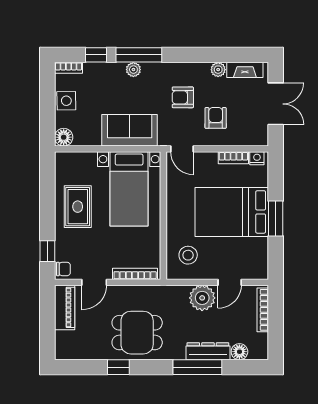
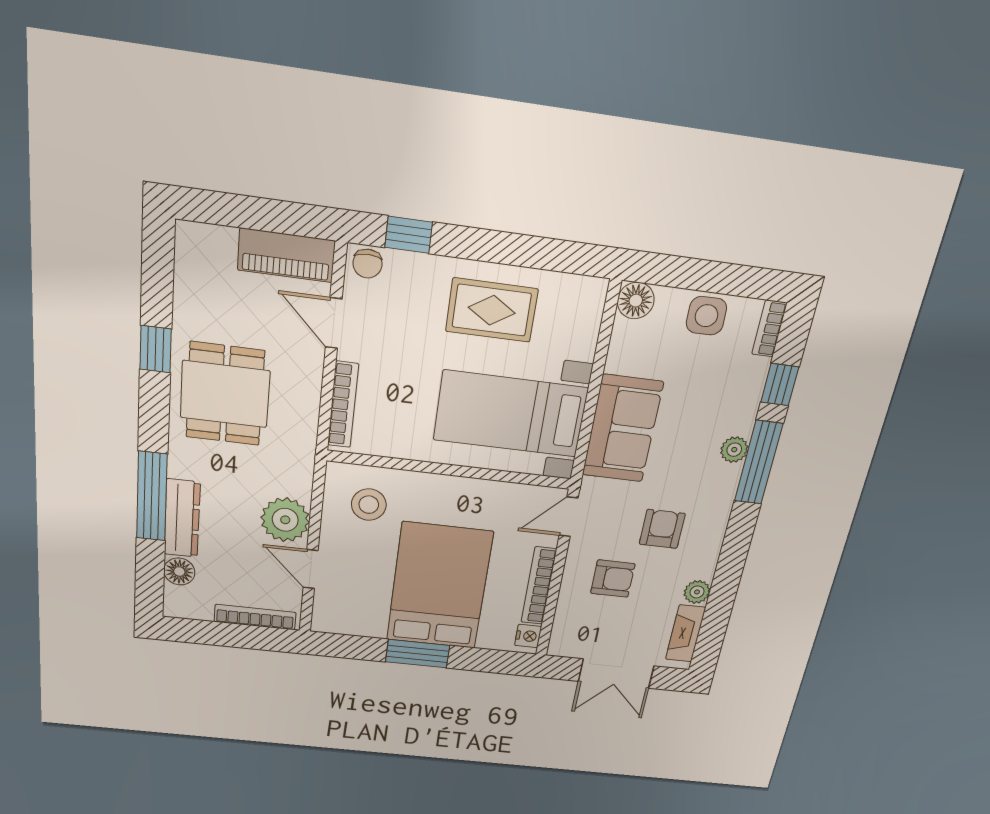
bookcase: (233, 158) -> (539, 586), width x1.56

